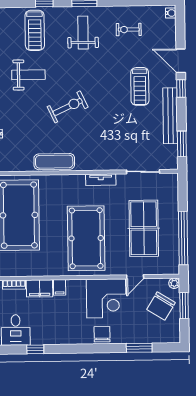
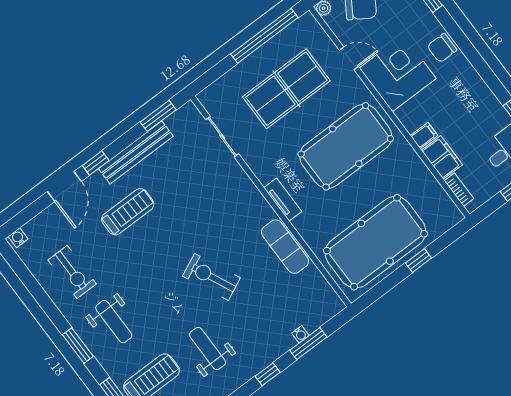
exercise bike: (129, 30) -> (72, 272), width x1.38, depth x1.39
weight bench: (83, 33) -> (114, 322), turned -90
tv unit: (101, 180) -> (283, 200), moved

